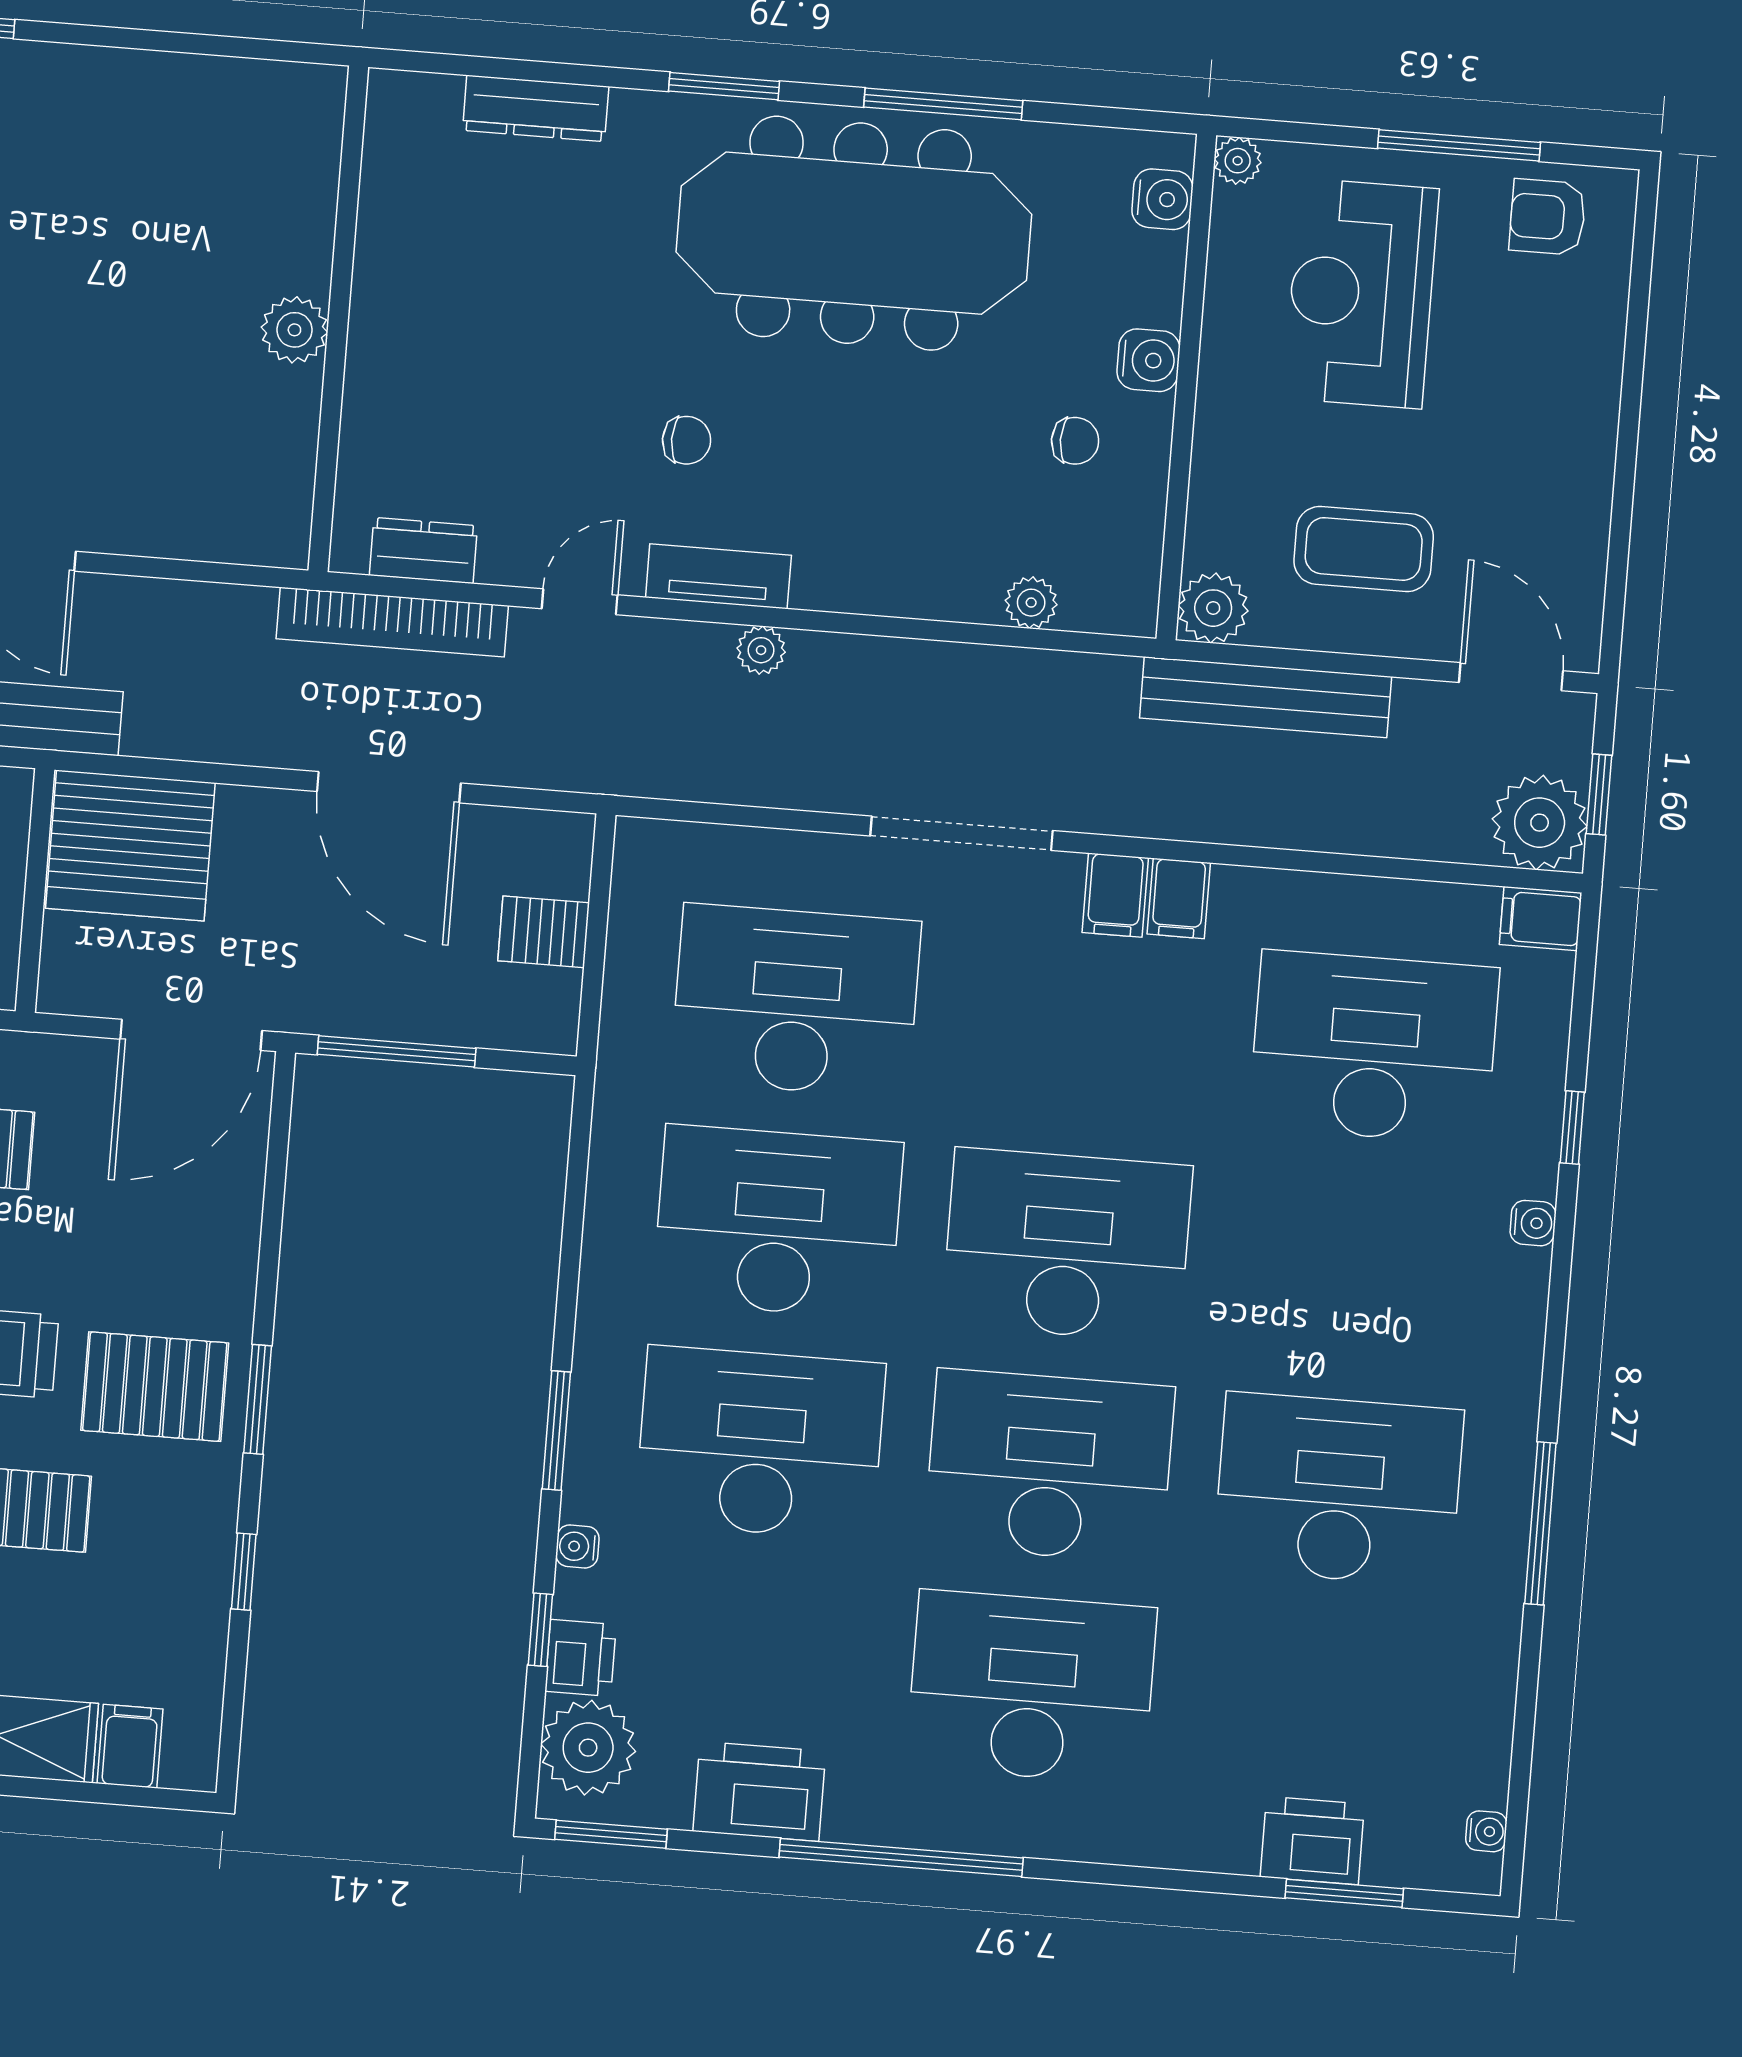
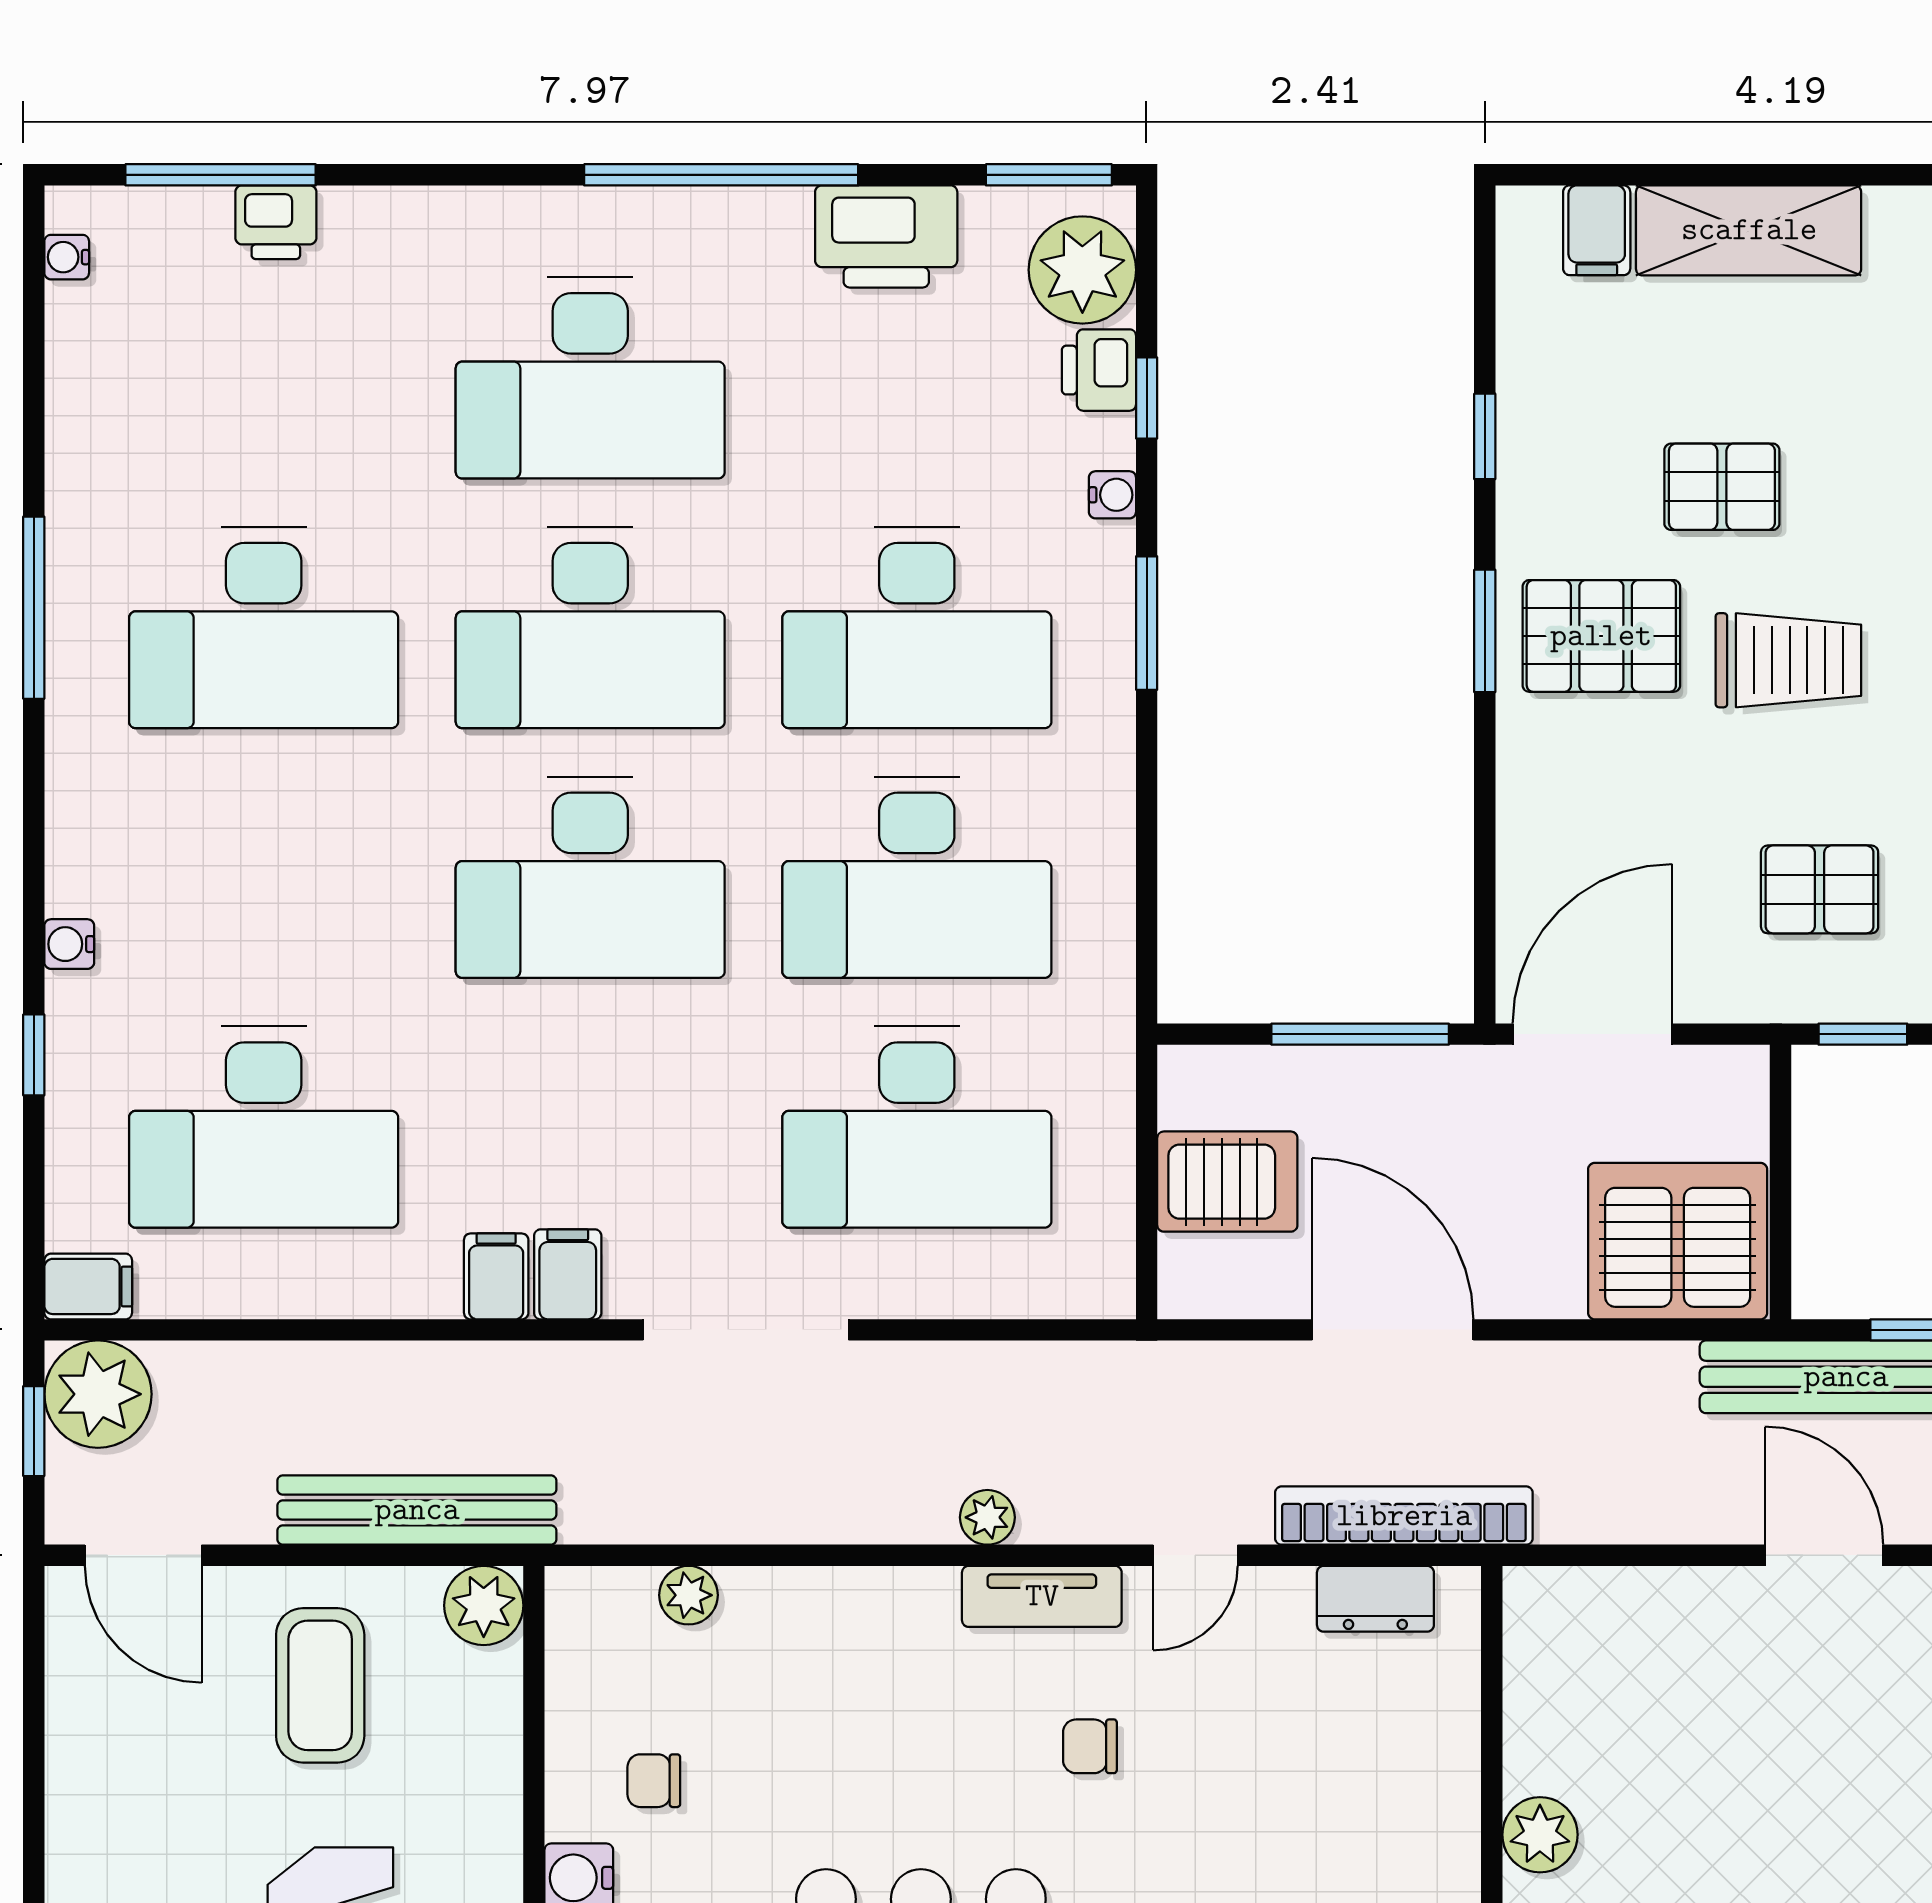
coffee table: (1364, 549) -> (320, 1685), turned 90
server rack: (544, 932) -> (1227, 1182), width x1.36, depth x1.44
printer: (1312, 1841) -> (276, 222), width x0.73, depth x0.81
window: (1344, 1893) -> (221, 175), width x1.44

